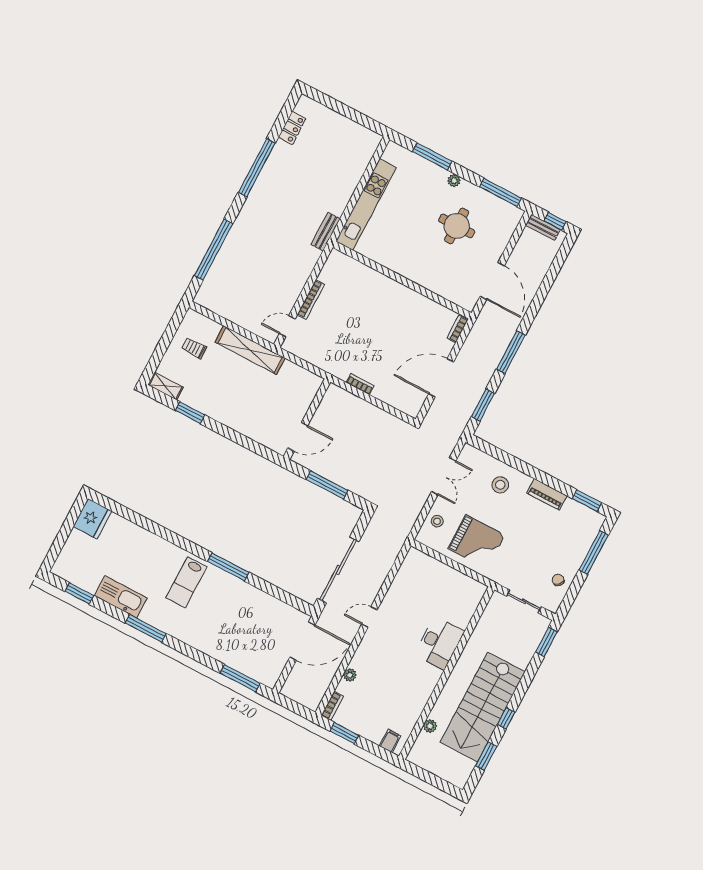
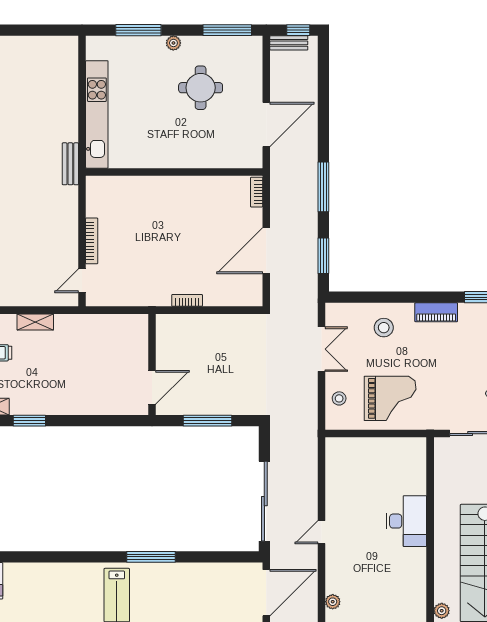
door: (492, 281) -> (266, 125), hinge flipped
shelving: (250, 350) -> (35, 322), width x0.45, depth x0.75

